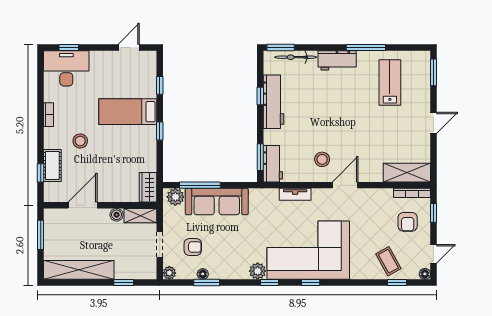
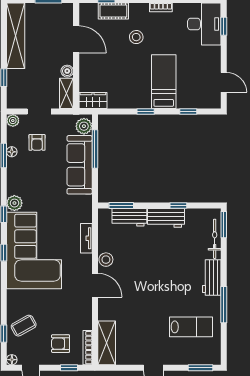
workbench: (273, 102) -> (166, 218), width x0.73
stool: (322, 159) -> (106, 260), moved
workbench: (273, 164) -> (129, 217), moved

